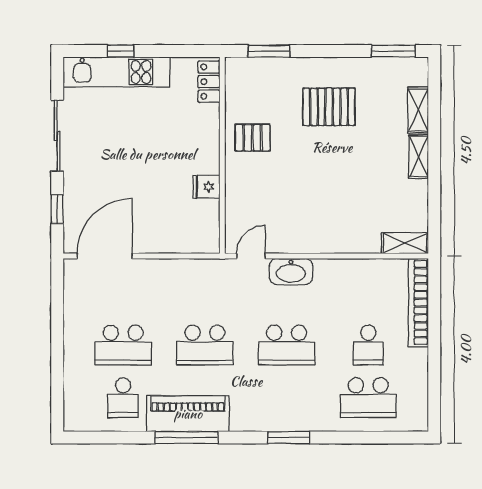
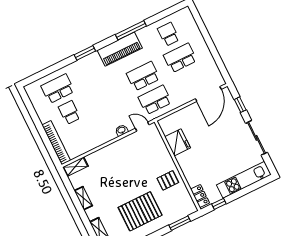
window: (121, 51) -> (219, 204), moved
pallet: (329, 107) -> (140, 211), width x1.37, depth x1.41
shelving: (419, 157) -> (83, 198), moved
fridge: (206, 187) -> (178, 142), width x1.88, depth x1.34
door: (251, 256) -> (142, 127), swing flipped
washbasin: (291, 272) -> (122, 130), width x0.52, depth x0.69
school desk: (287, 345) -> (155, 100), moved
piano: (188, 414) -> (120, 49), moved

